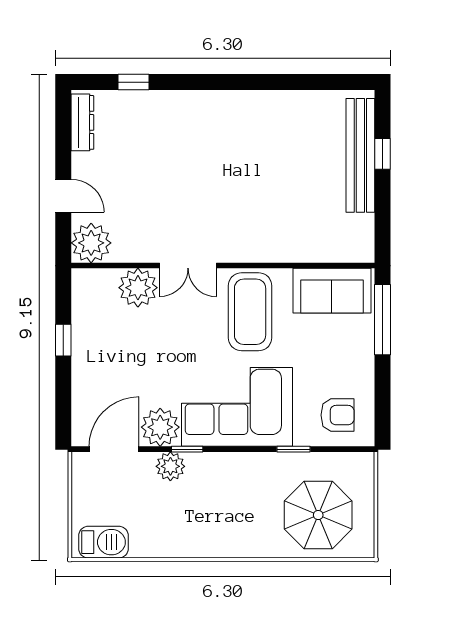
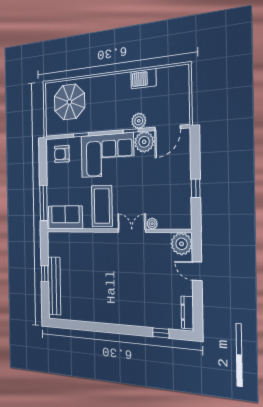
window: (382, 154) -> (45, 274), moved
plant: (138, 288) -> (152, 224), width x0.53, depth x0.53
barbecue: (103, 542) -> (144, 79), moved

